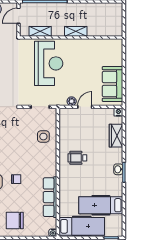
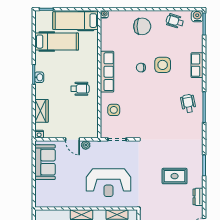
reception desk: (49, 63) -> (109, 183), turned -90
door: (85, 107) -> (73, 139), hinge flipped
row of seats: (50, 197) -> (107, 72), moved

